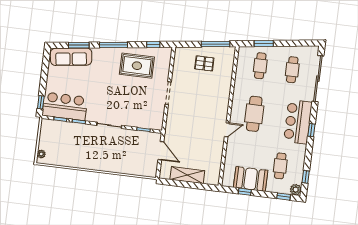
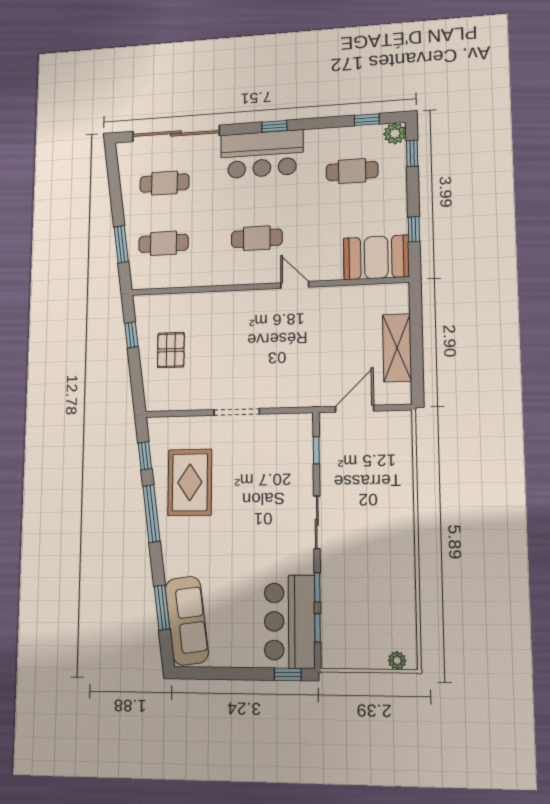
window: (215, 44) -> (131, 335), width x0.46
window: (113, 45) -> (151, 514), moved
cafe table: (254, 114) -> (257, 238), width x0.73, depth x0.74
booth: (251, 179) -> (376, 257), moved, turned 90

